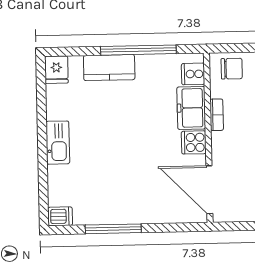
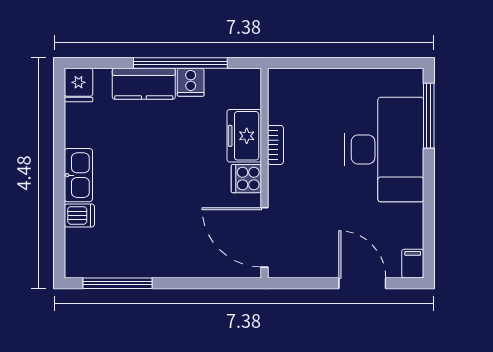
chair: (232, 69) -> (295, 88), removed
cooker: (193, 74) -> (191, 82), moved, turned -90
dishwasher: (60, 216) -> (79, 215), moved
window: (113, 229) -> (118, 283), moved

